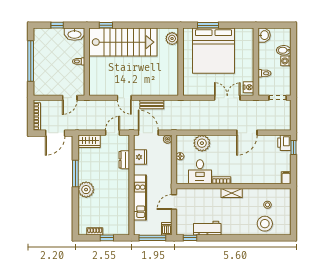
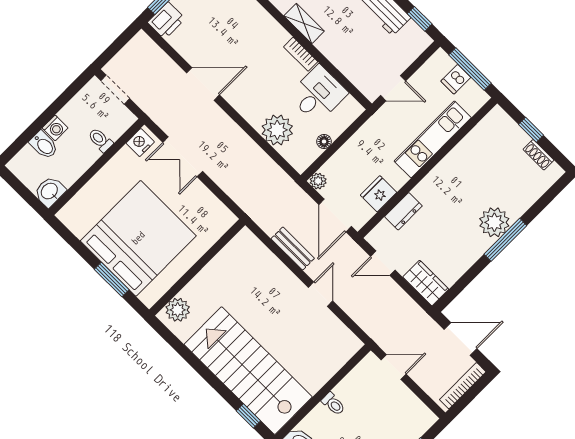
window: (75, 173) -> (505, 240), moved
dishwasher: (166, 229) -> (456, 79), moved

